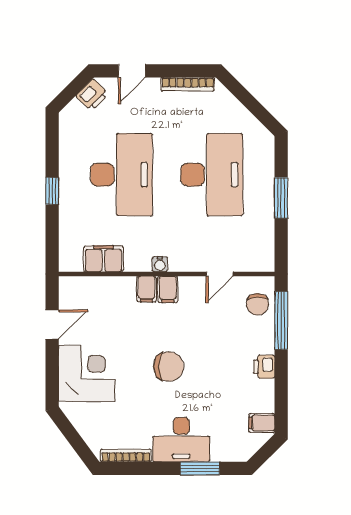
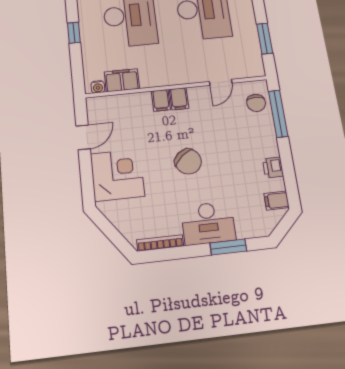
window: (281, 198) -> (265, 39), moved
water cooler: (160, 264) -> (98, 87), moved
chair: (169, 367) -> (188, 161), turned 50
printer: (264, 367) -> (273, 167), moved

